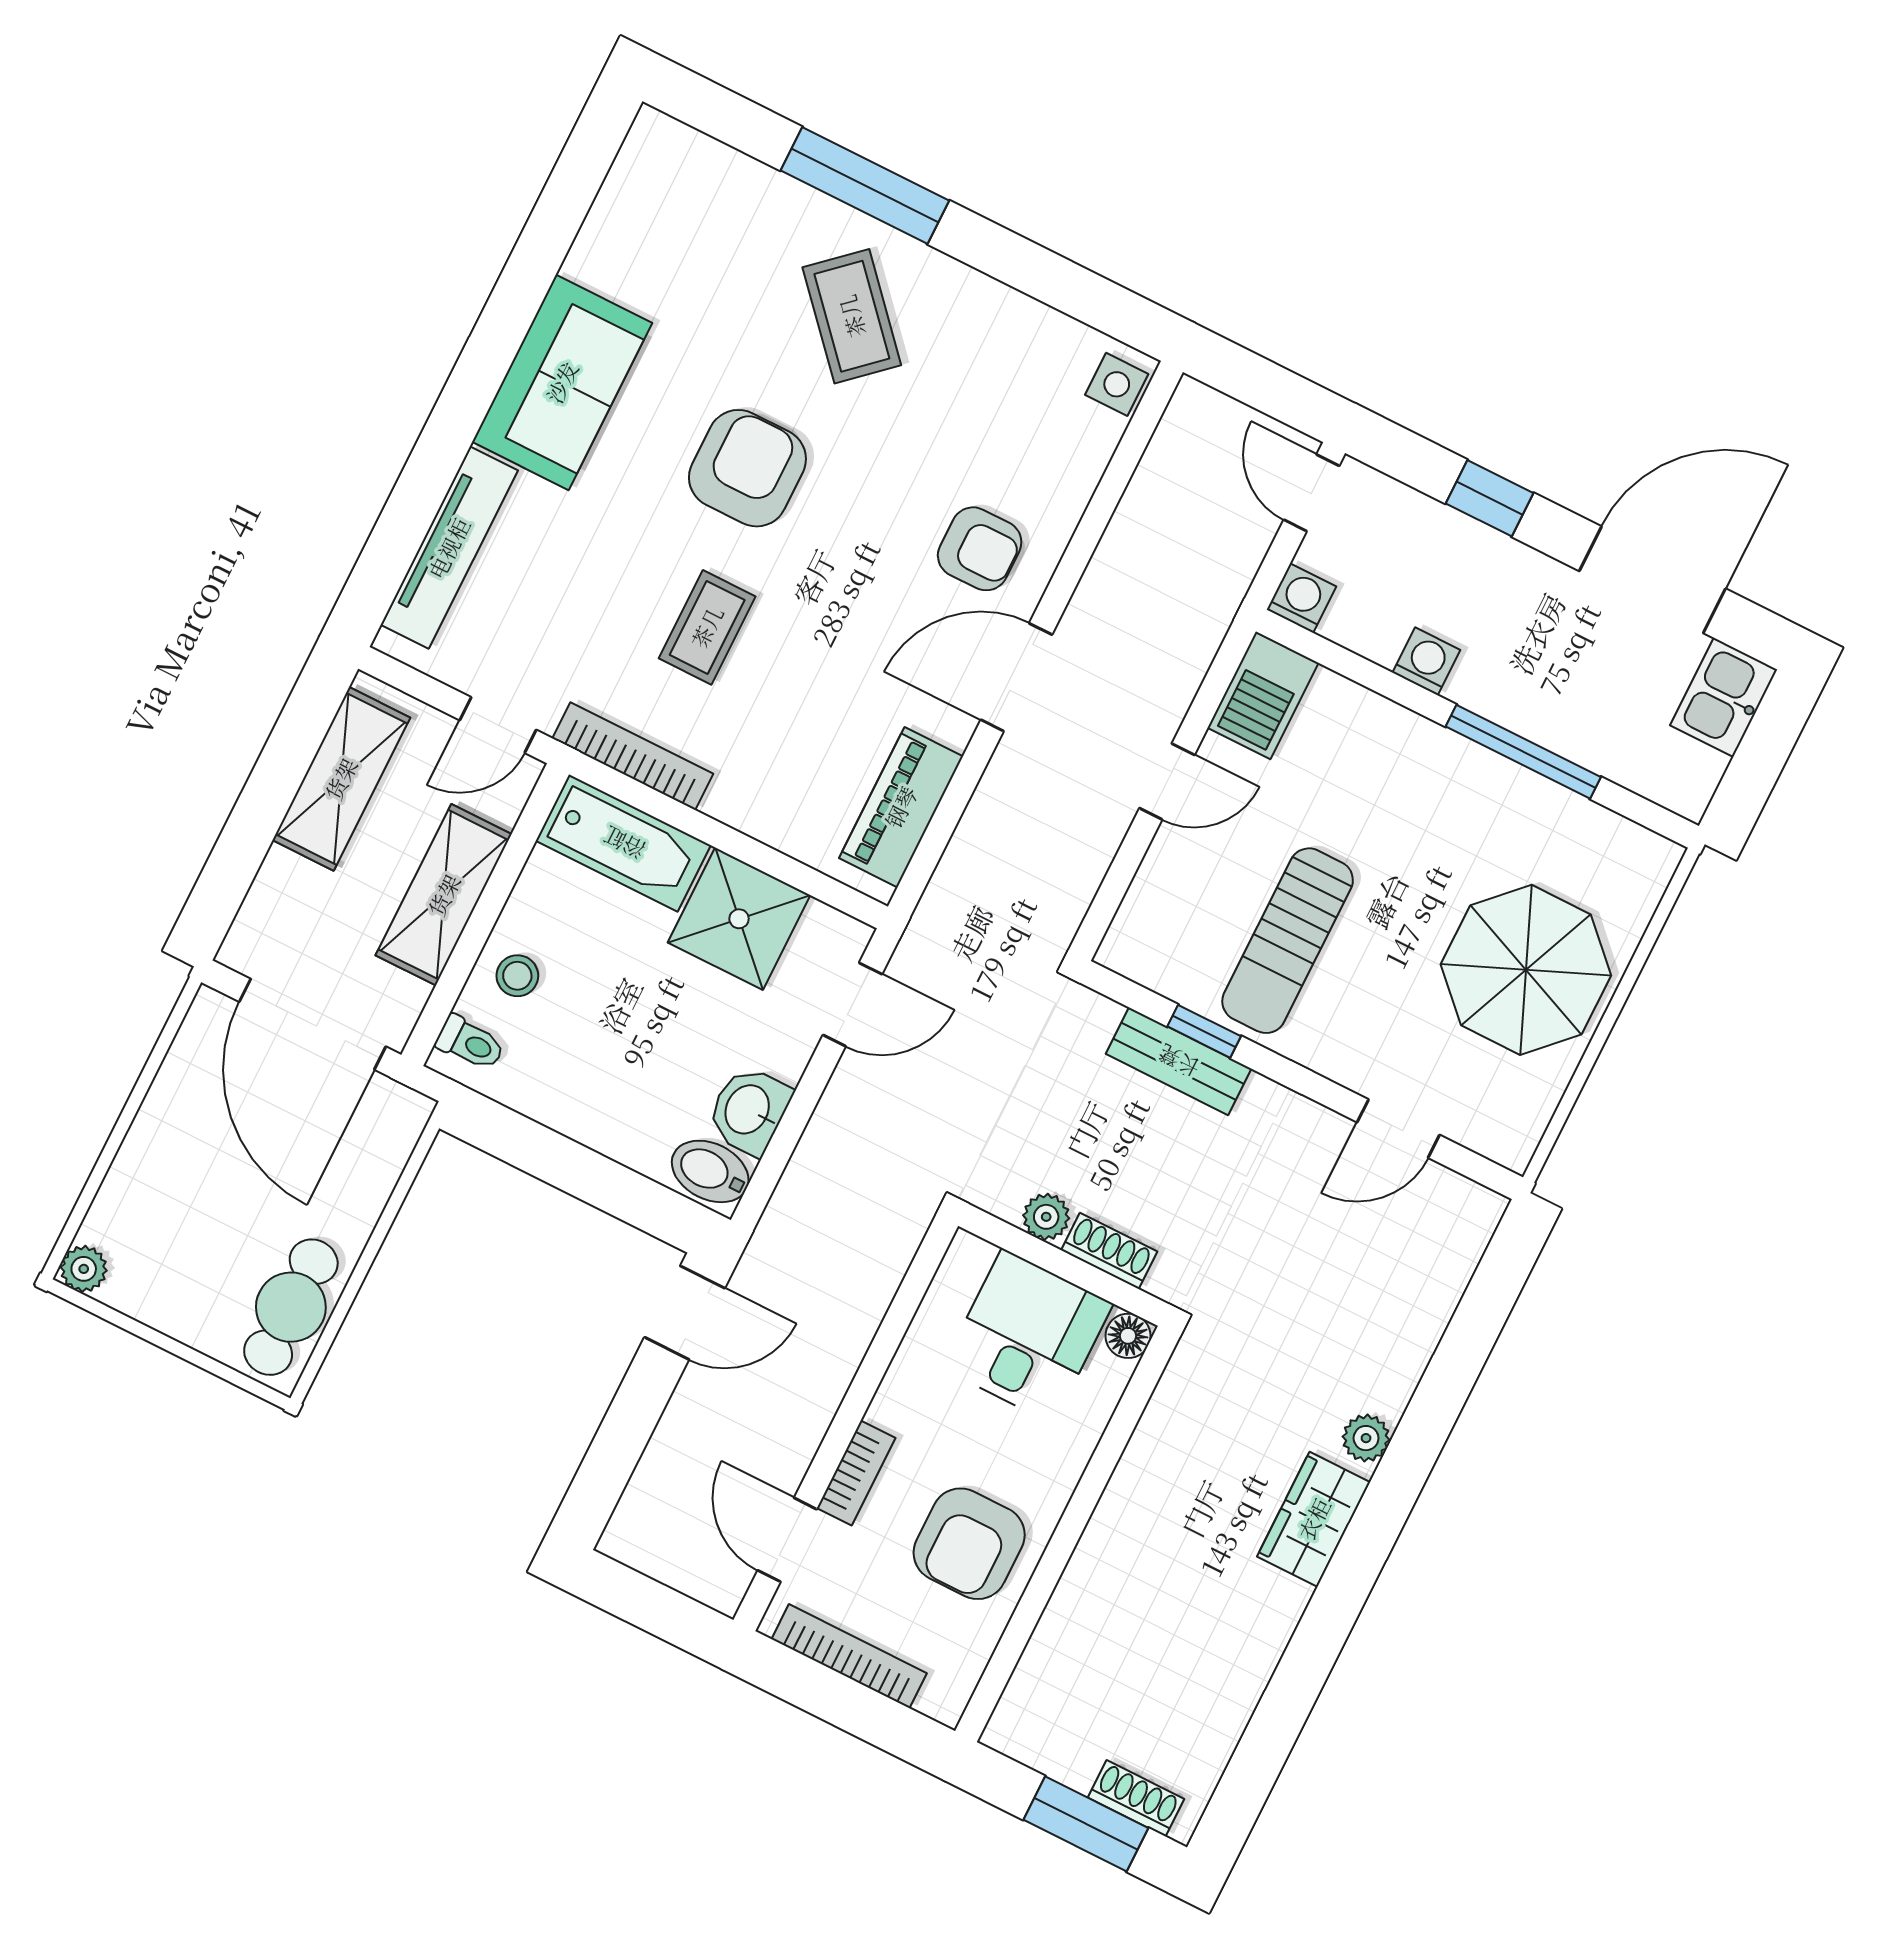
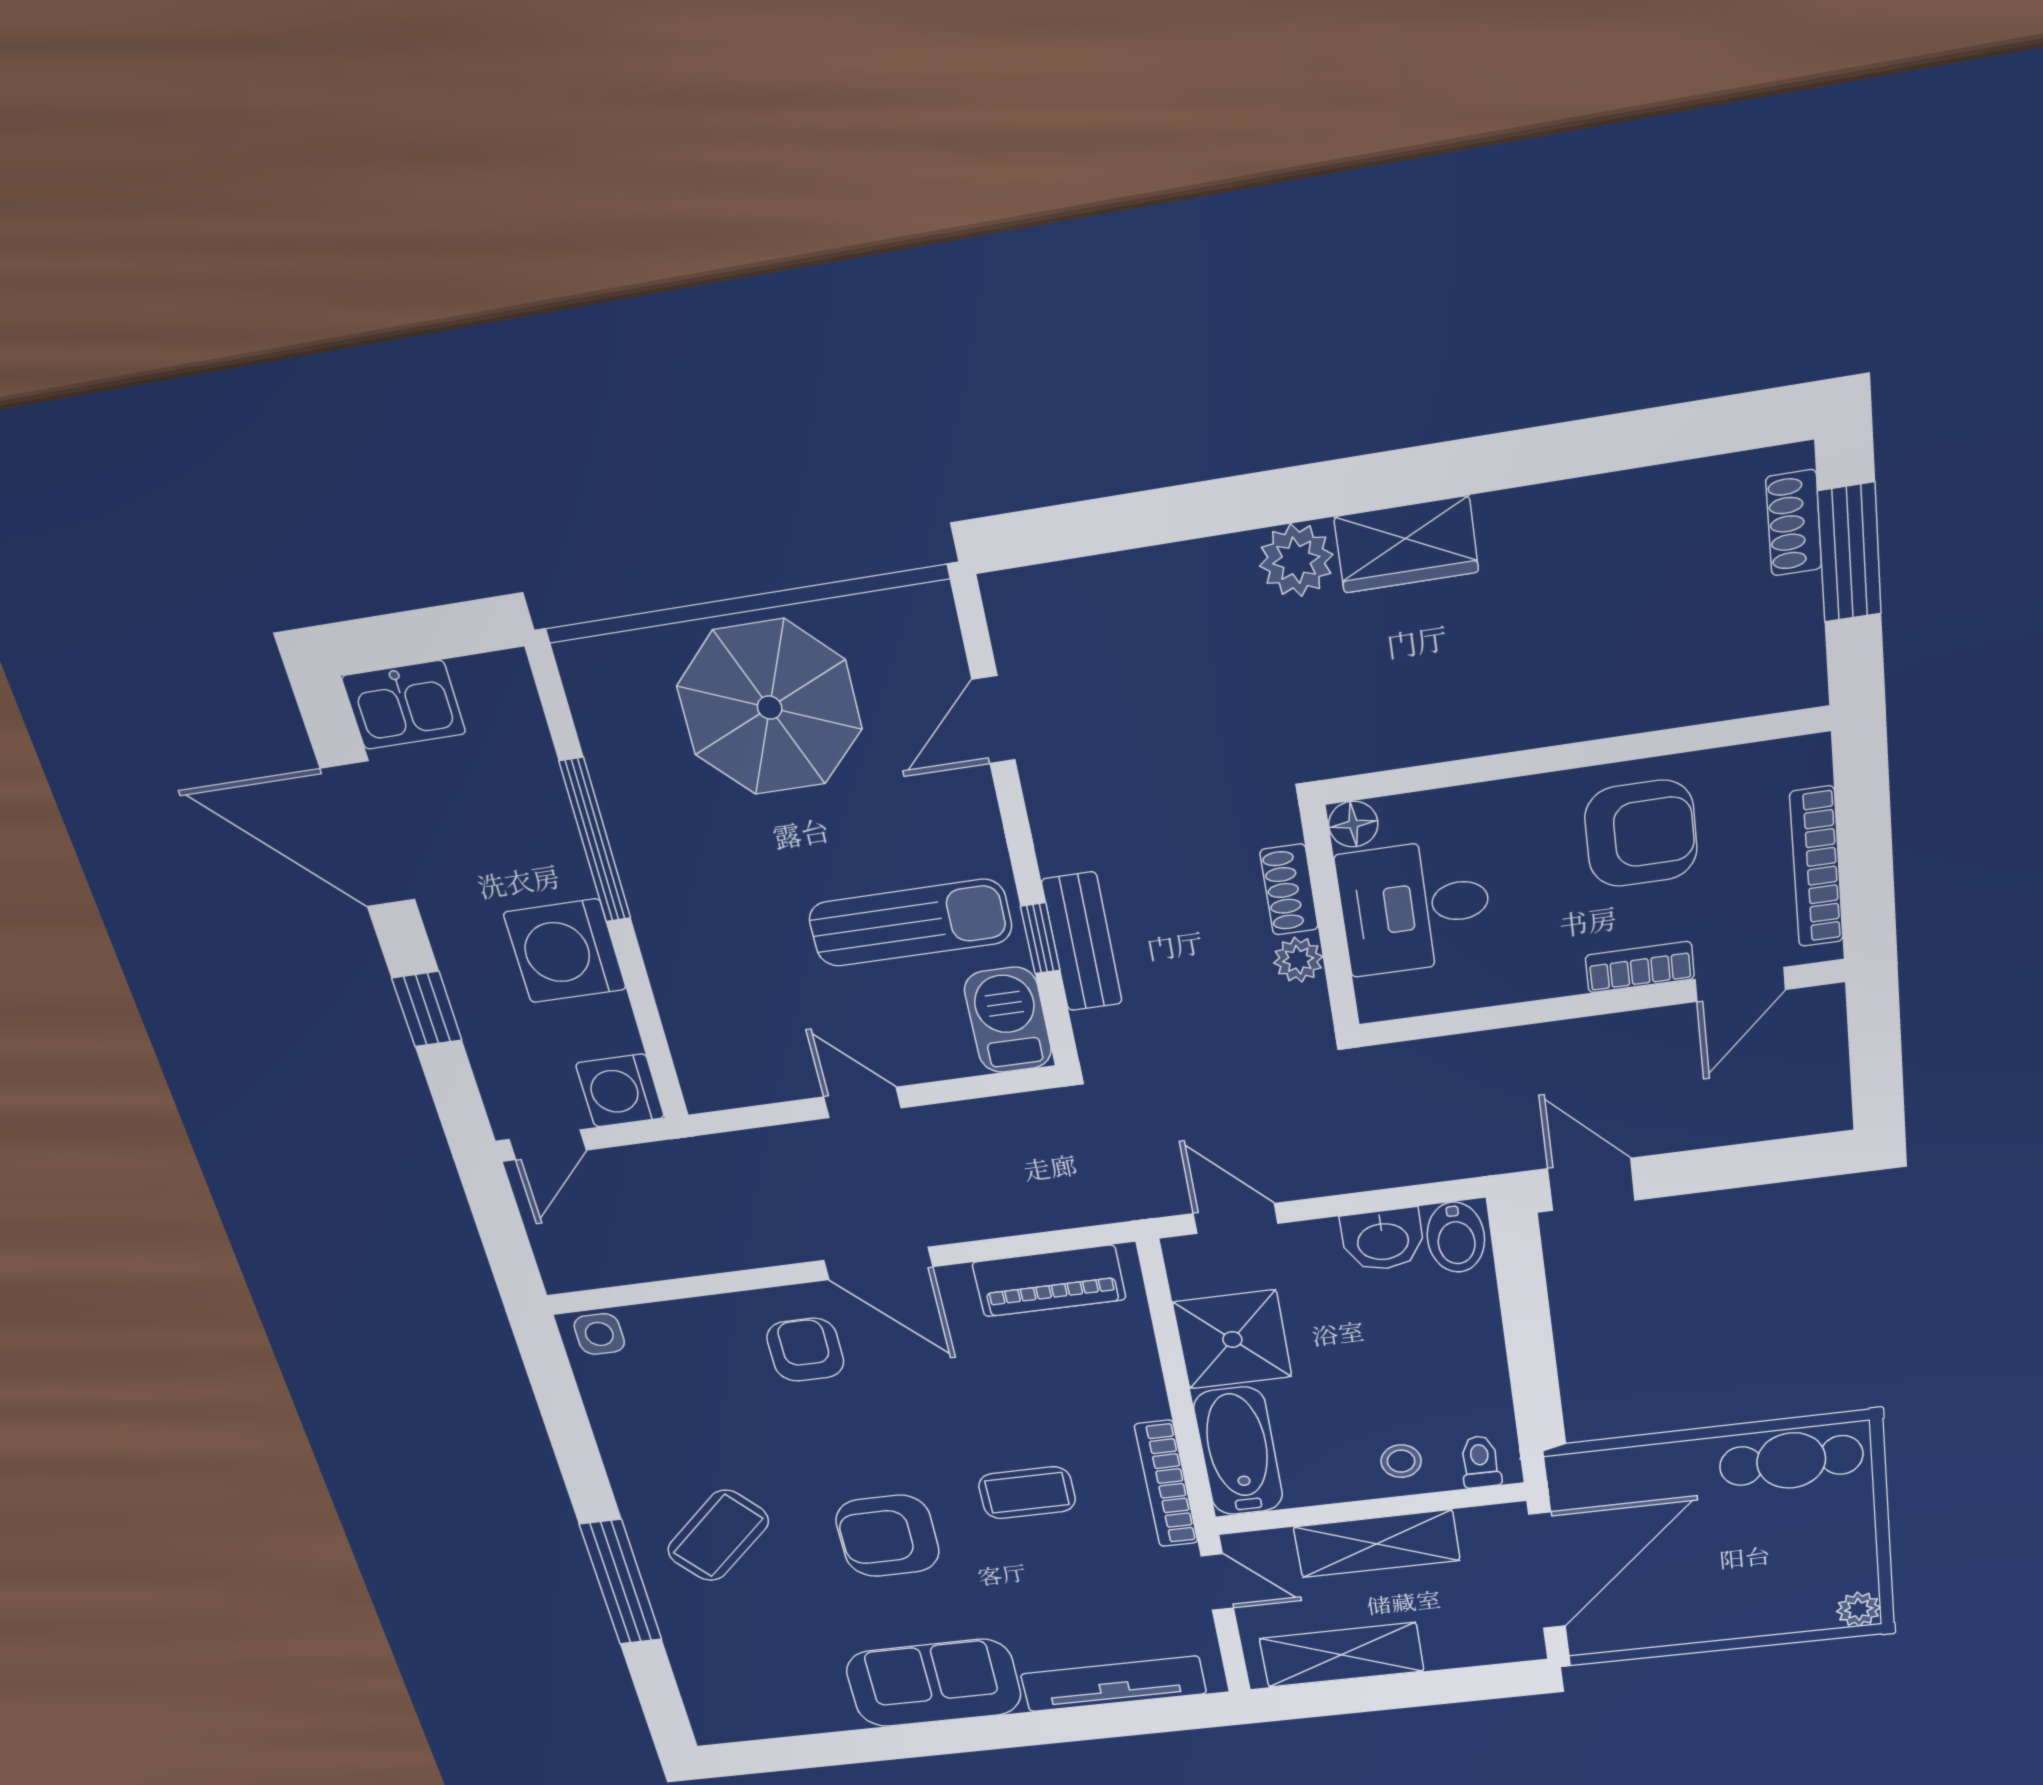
washing machine: (1301, 598) -> (620, 1091), width x1.38, depth x1.38
washing machine: (1426, 661) -> (565, 951), width x1.89, depth x1.89
barbecue: (1263, 695) -> (1008, 1020), moved, turned -90
door: (1398, 1129) -> (994, 720), swing flipped
plant: (1366, 1438) -> (1296, 560), width x1.38, depth x1.38

